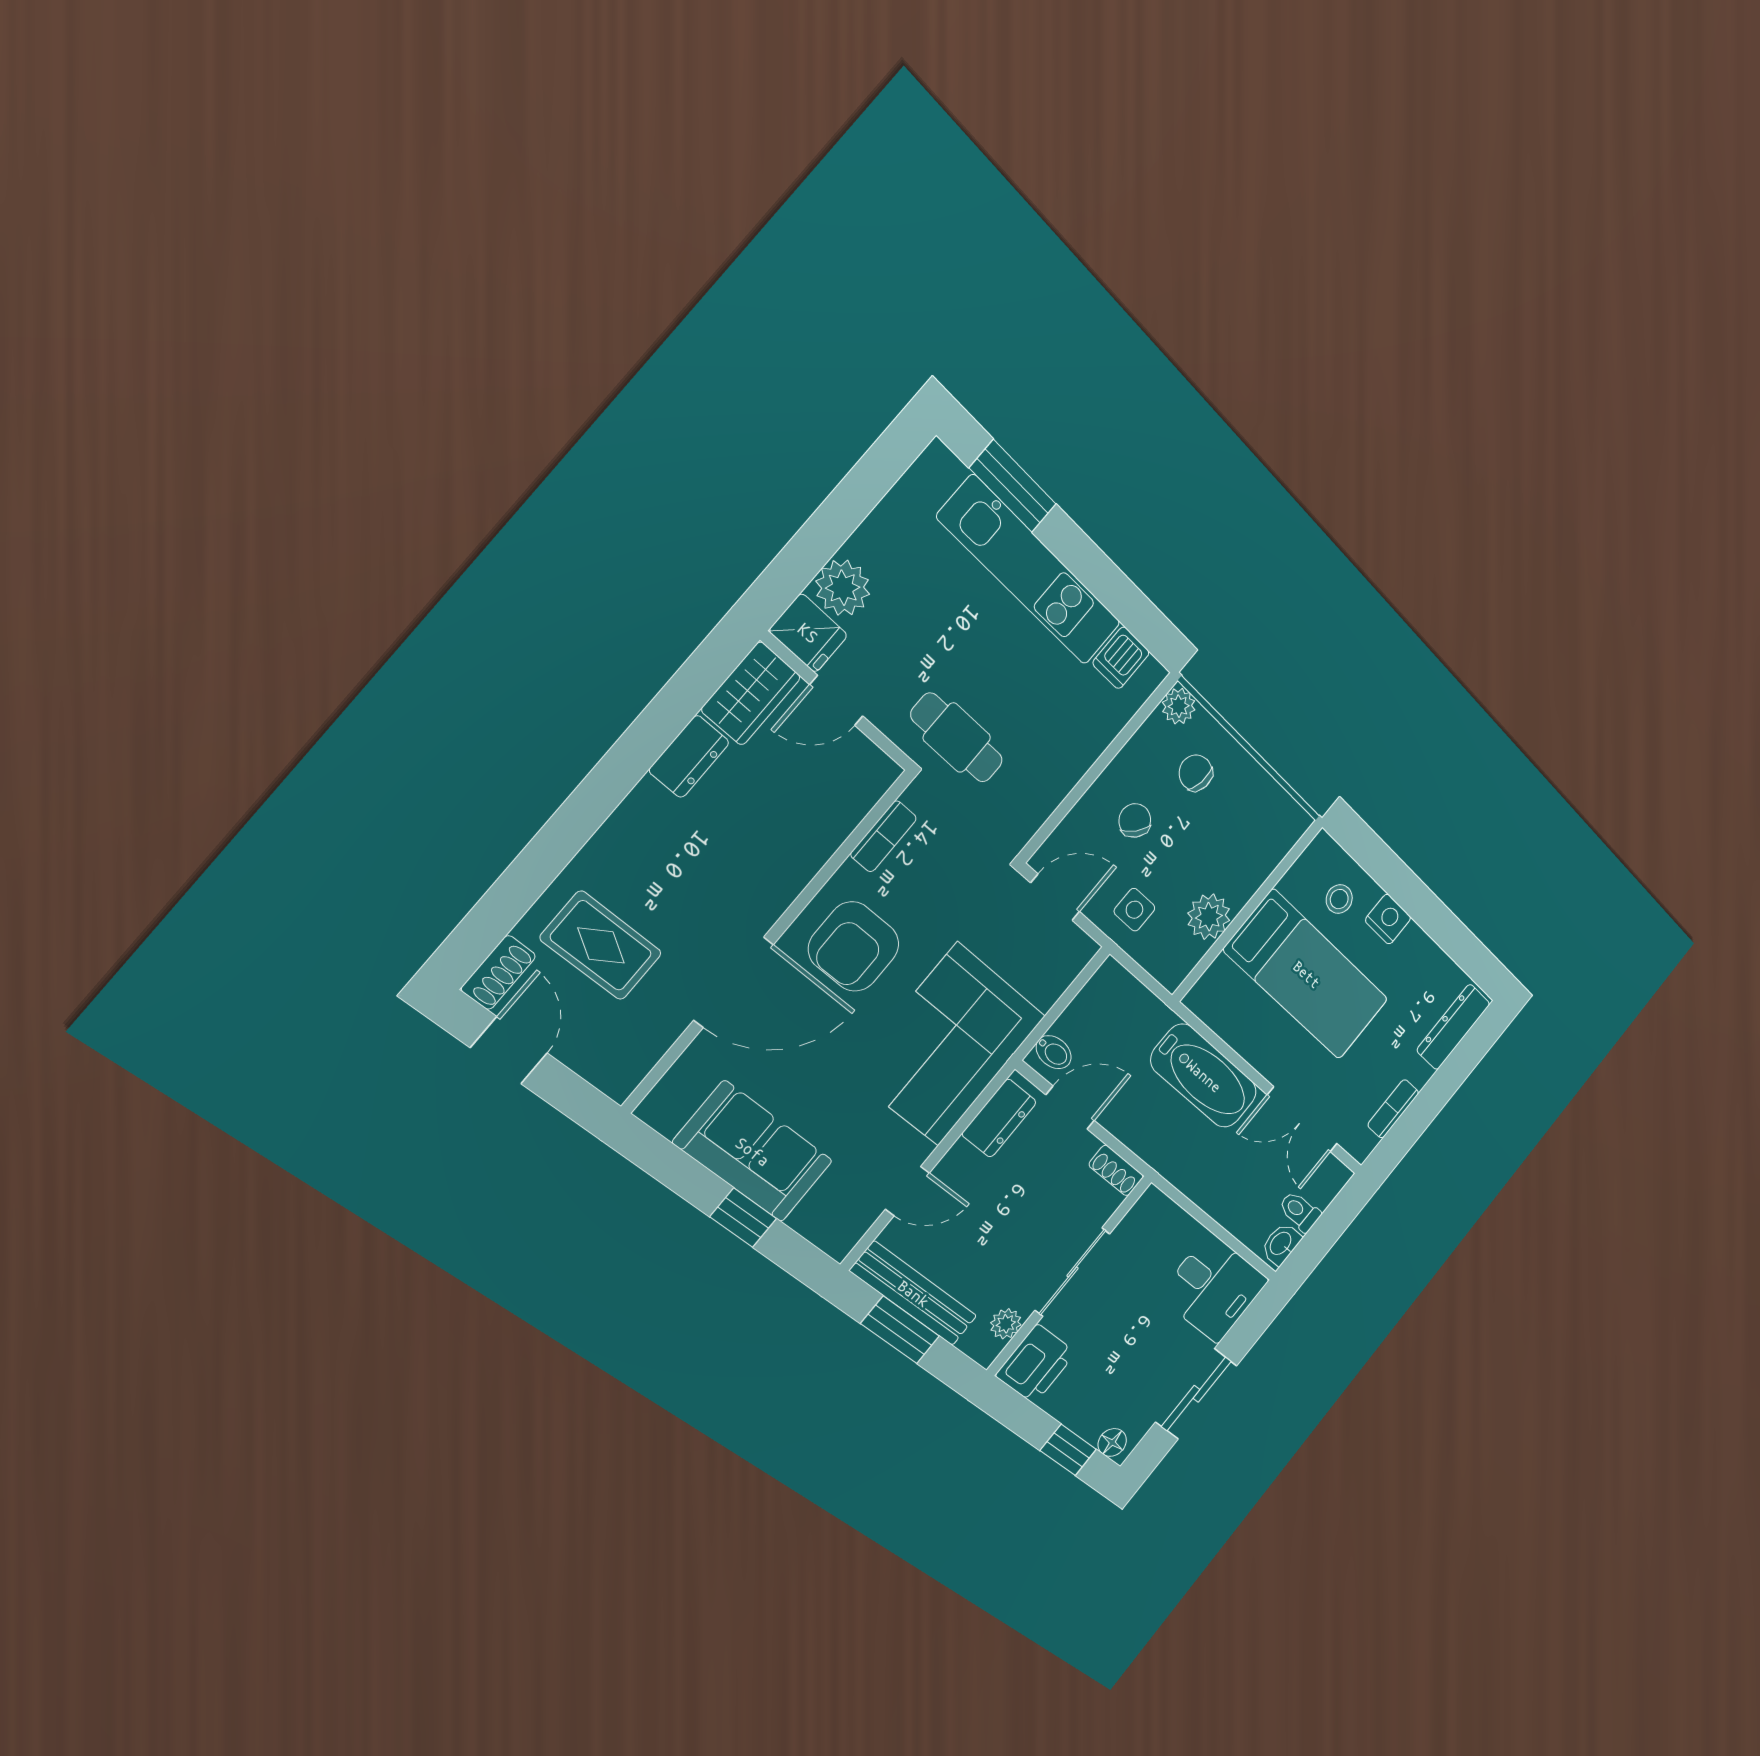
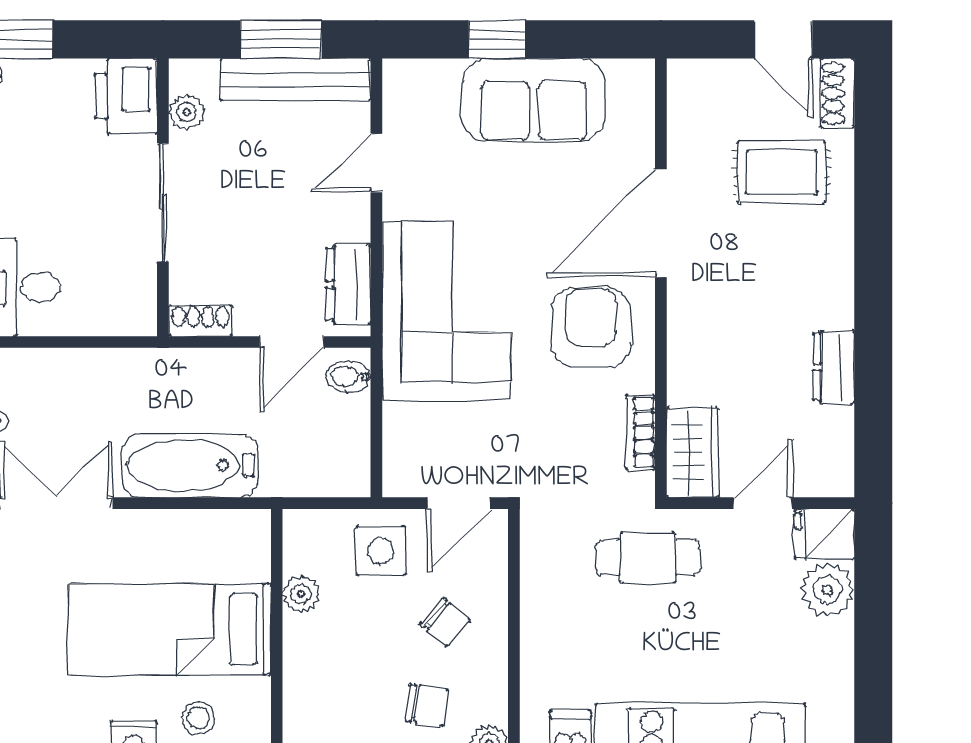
wardrobe: (751, 694) -> (693, 453), moved, turned 180
side table: (1134, 910) -> (381, 551), width x1.37, depth x1.37
plant: (1209, 917) -> (301, 594), width x0.73, depth x0.73

